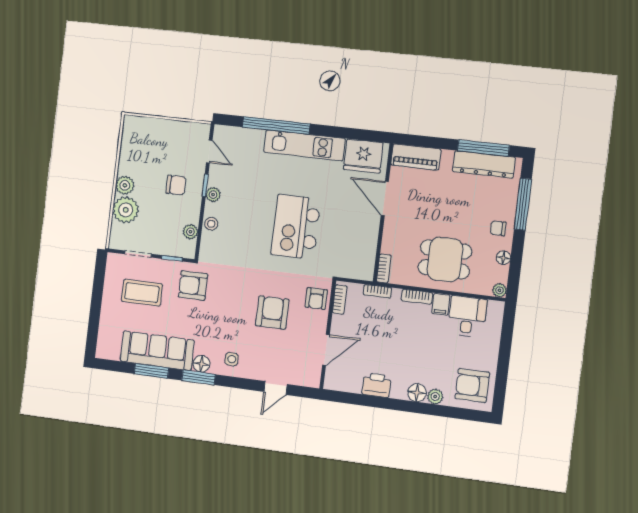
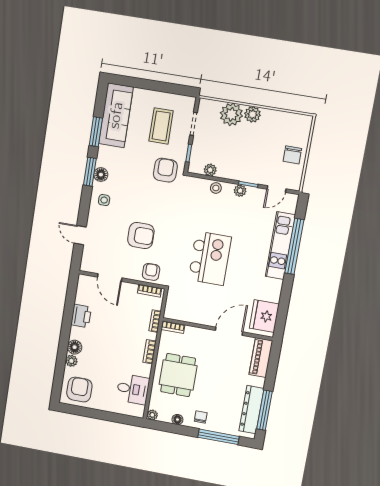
kitchen unit: (304, 145) -> (280, 246), moved
chair: (176, 185) -> (292, 155), moved
kitchen island: (296, 227) -> (210, 258), turned 90
armchair: (316, 298) -> (151, 272), turned 90
filing cabinet: (441, 304) -> (143, 370), removed
sofa: (157, 351) -> (116, 115), moved

